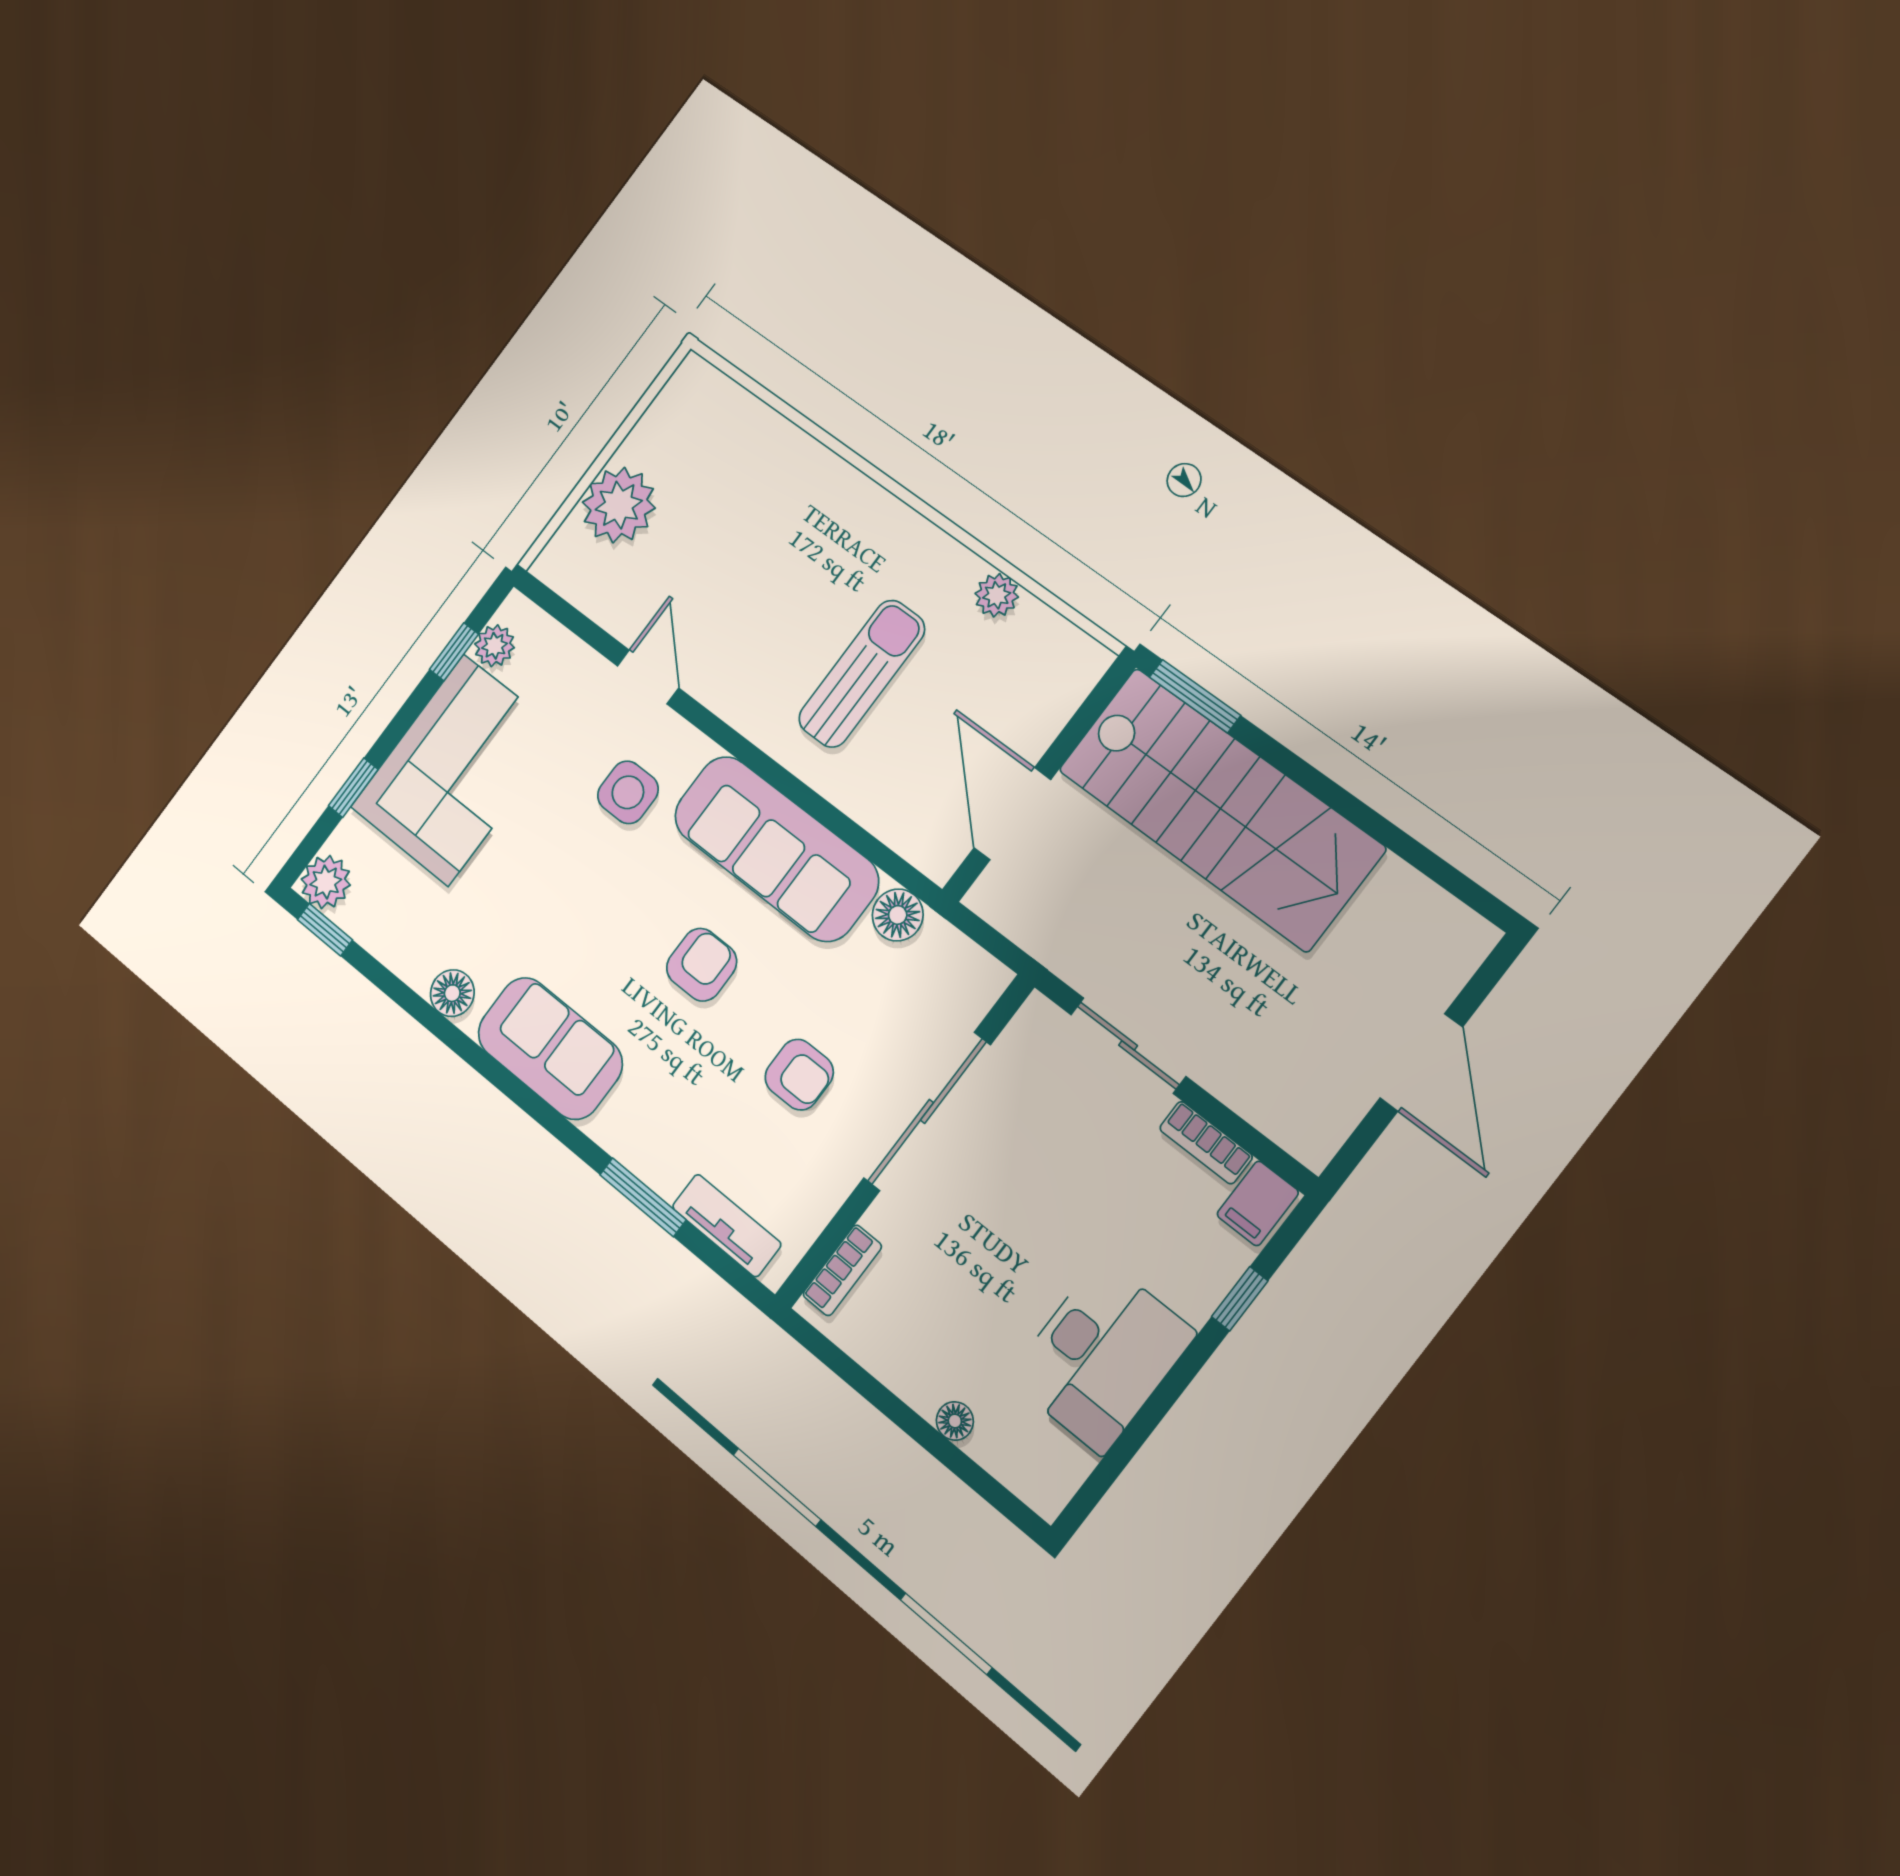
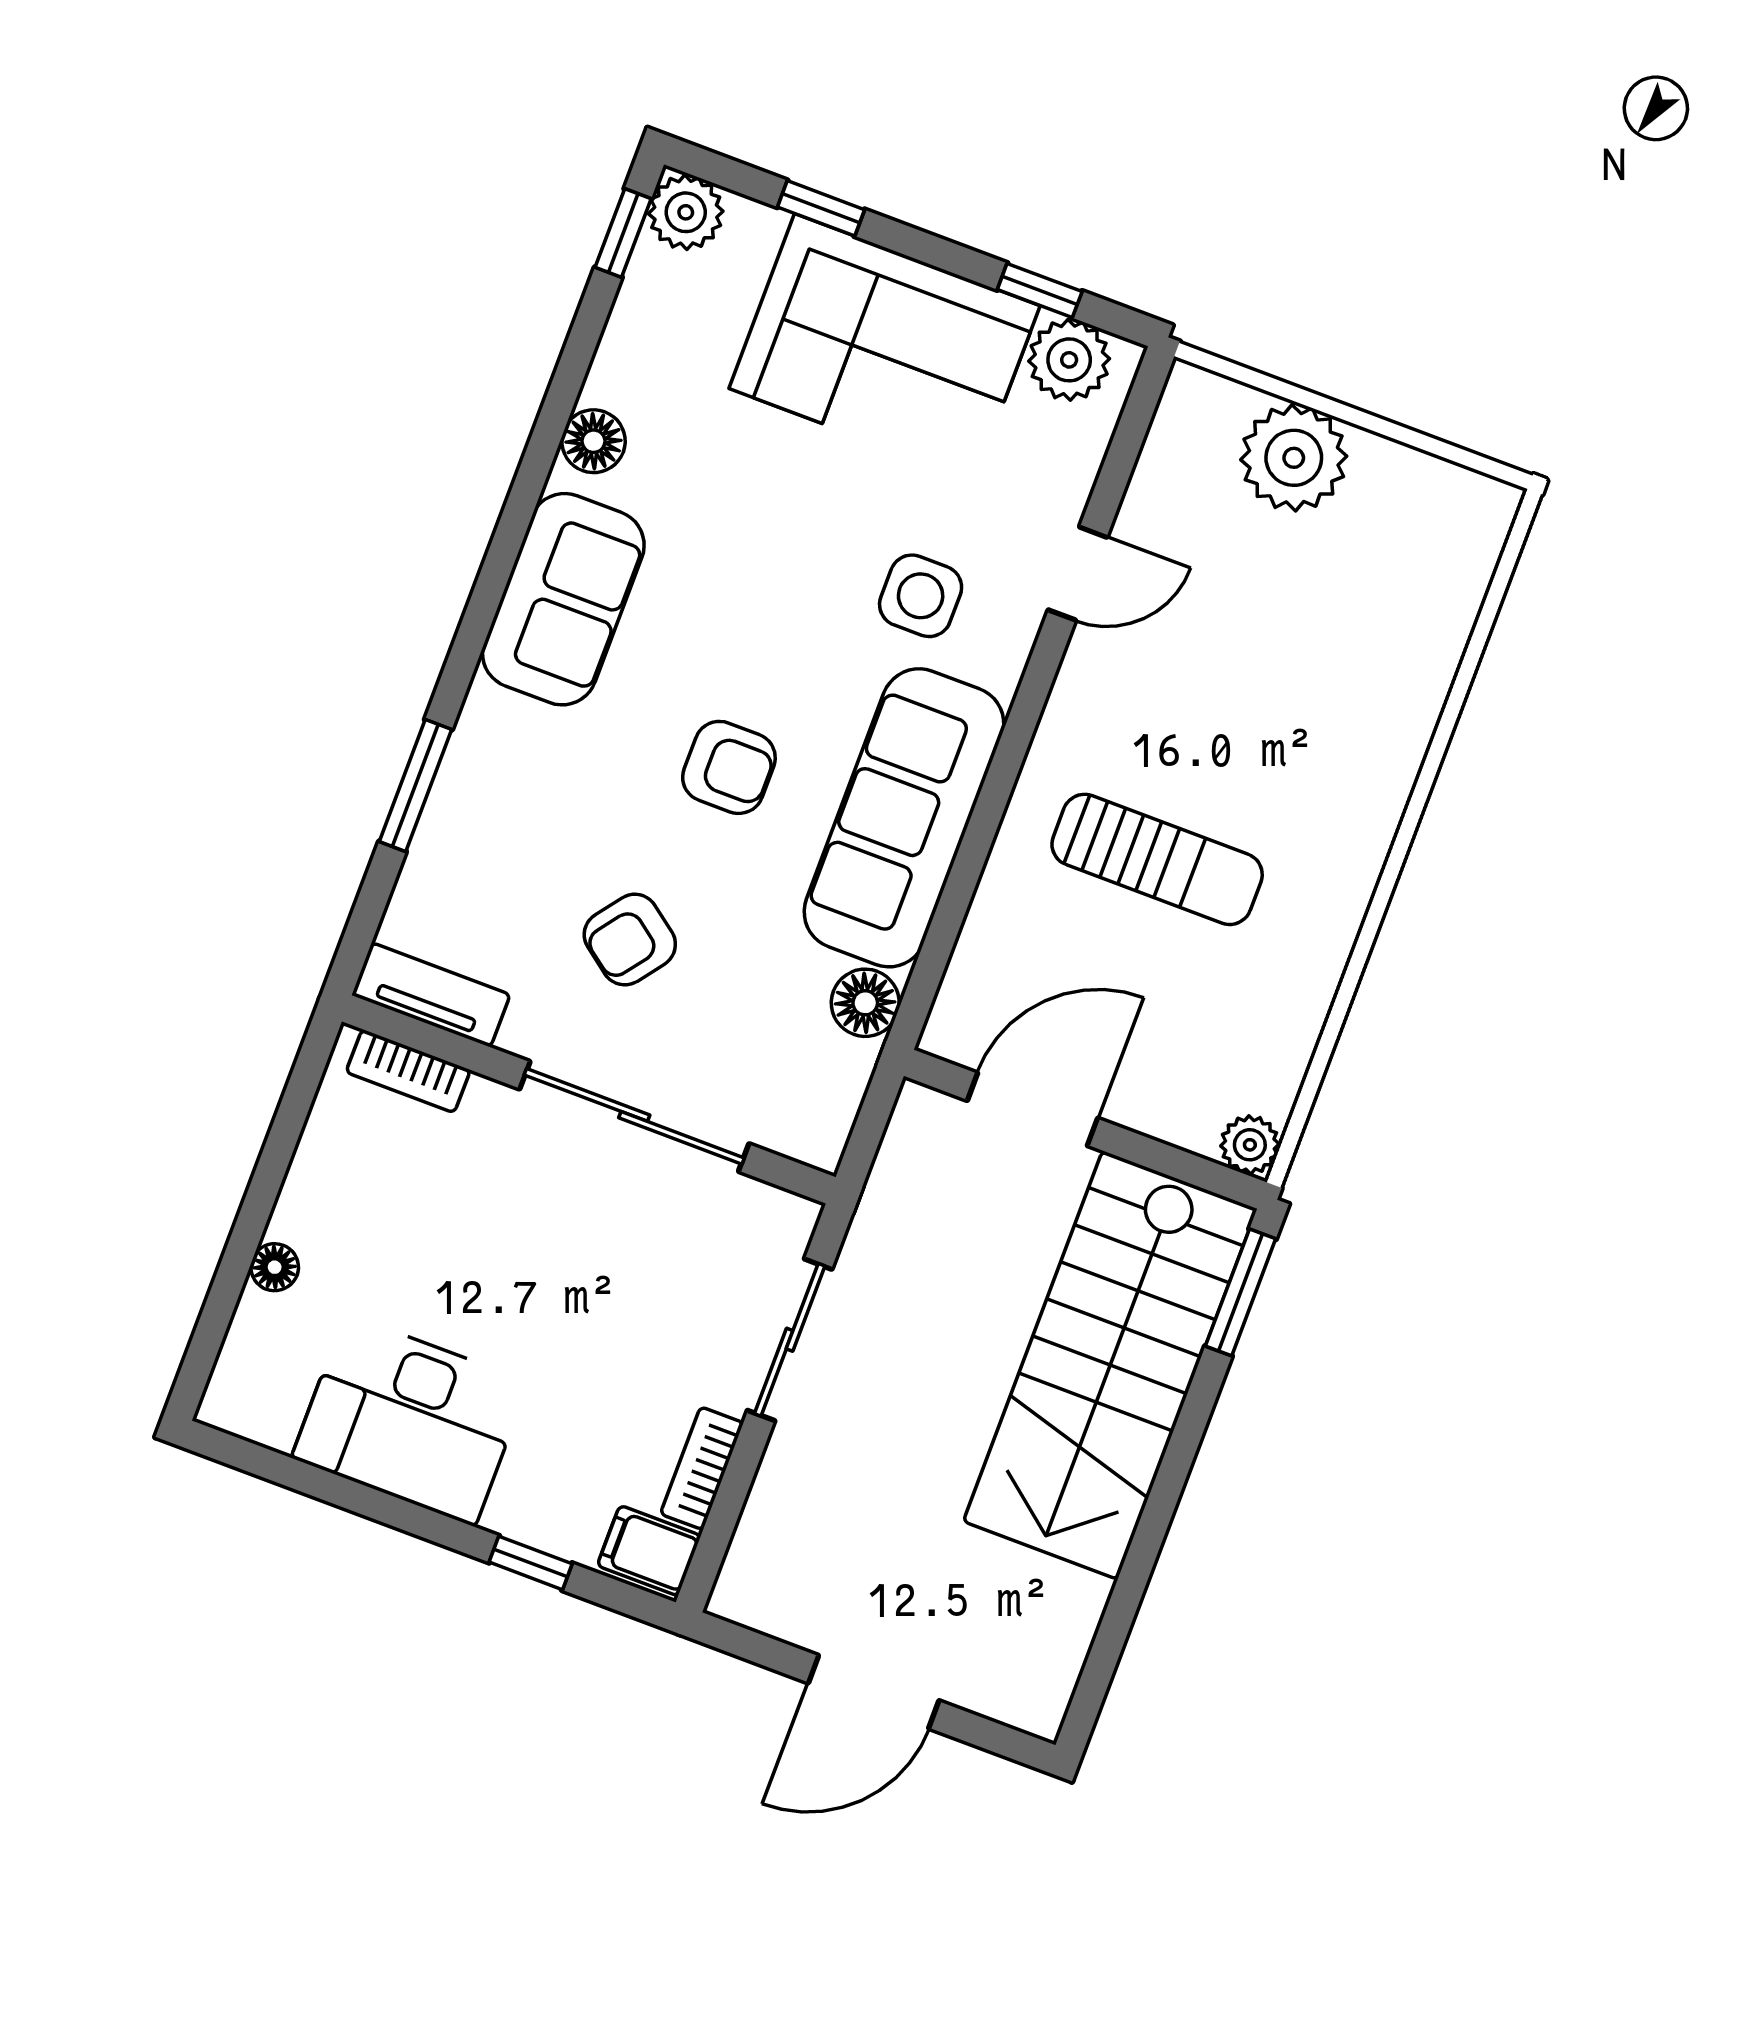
plant: (997, 595) -> (1250, 1145), moved
plant: (495, 646) -> (1069, 360), width x1.38, depth x1.38
armchair: (799, 1075) -> (630, 940), turned 37
tv unit: (727, 1225) -> (431, 995), moved, turned -90

